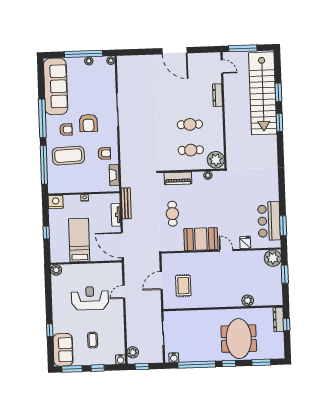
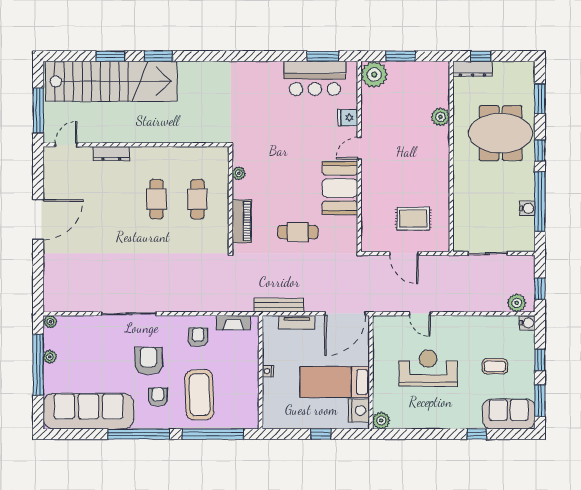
armchair: (88, 123) -> (149, 361), turned -90
plant: (216, 160) -> (214, 160), removed
nightstand: (56, 202) -> (359, 411), moved, turned 180
reception desk: (90, 298) -> (428, 368), turned 90
water cooler: (174, 358) -> (527, 208), moved

